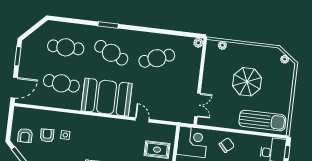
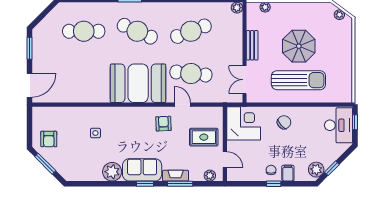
bench: (207, 76) -> (252, 45), added
cafe table: (61, 83) -> (191, 74), moved
double door: (197, 105) -> (245, 80), swing flipped
sun lounger: (262, 121) -> (298, 80), moved
armchair: (47, 135) -> (163, 124), moved

